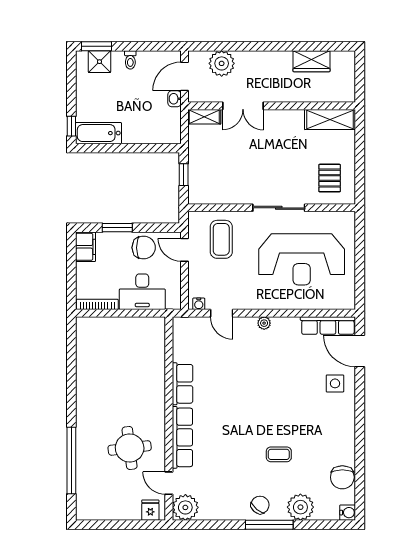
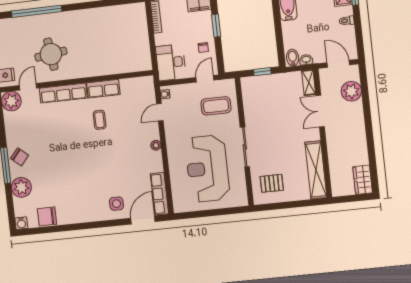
wardrobe: (312, 61) -> (363, 180), moved
washbasin: (174, 99) -> (306, 60), moved
shelving: (330, 119) -> (316, 170), width x1.47
bidet: (170, 134) -> (293, 58), added
chair: (144, 248) -> (203, 48), width x0.54, depth x0.54
desk: (142, 292) -> (171, 62), moved
coffee table: (279, 454) -> (100, 120), moved

